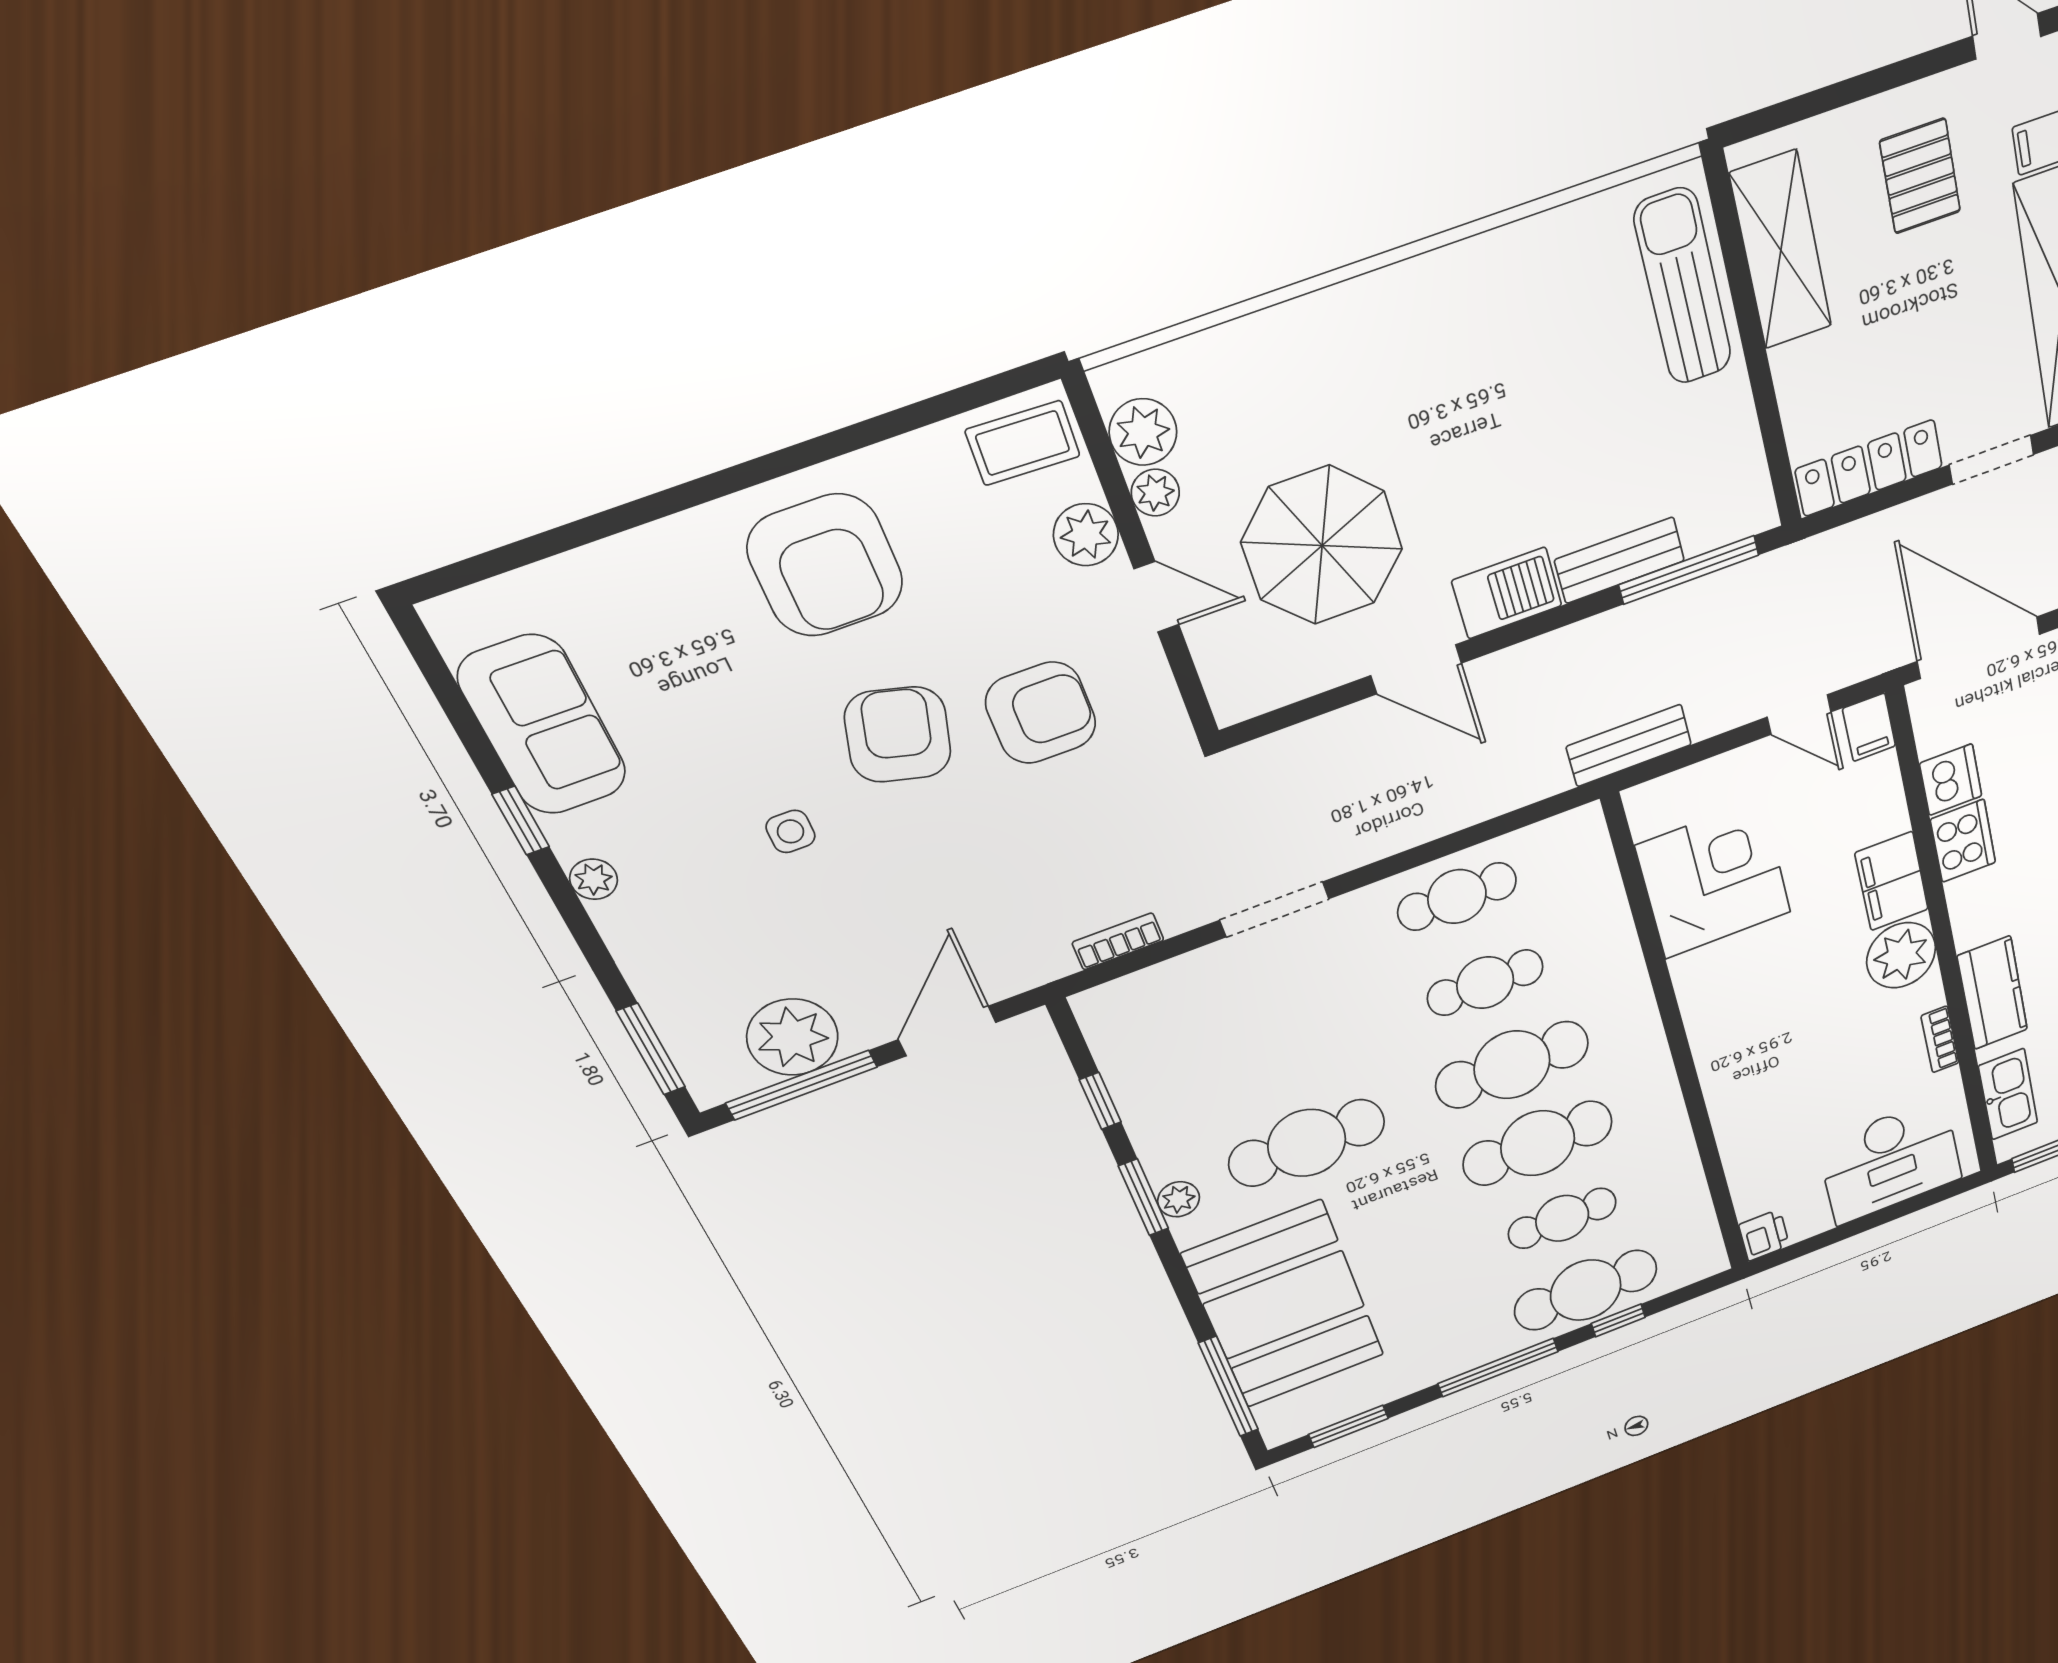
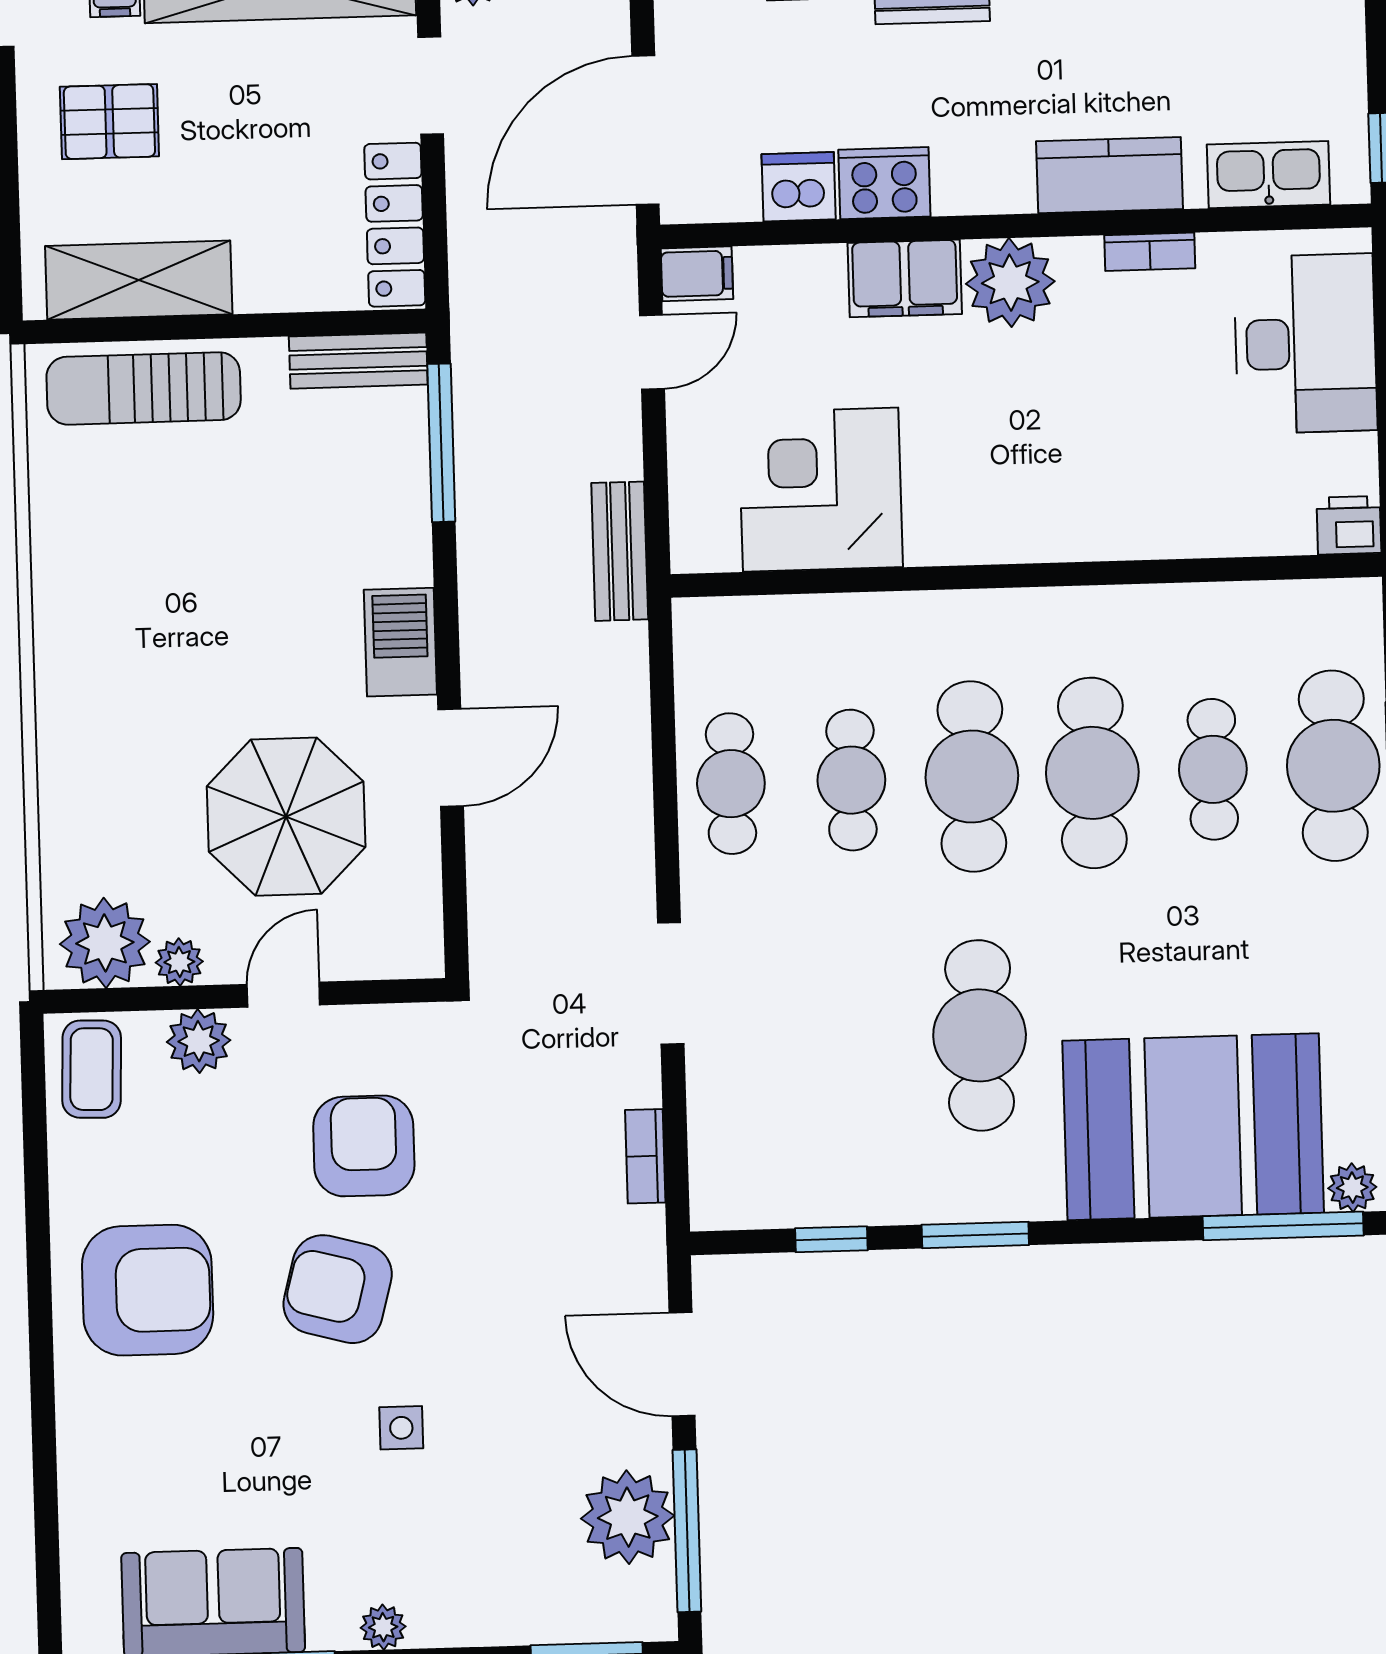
plant: (1143, 432) -> (105, 943), width x1.36, depth x1.36
bench: (1620, 560) -> (358, 361), moved, turned 90
plant: (1179, 1199) -> (1352, 1188), moved

